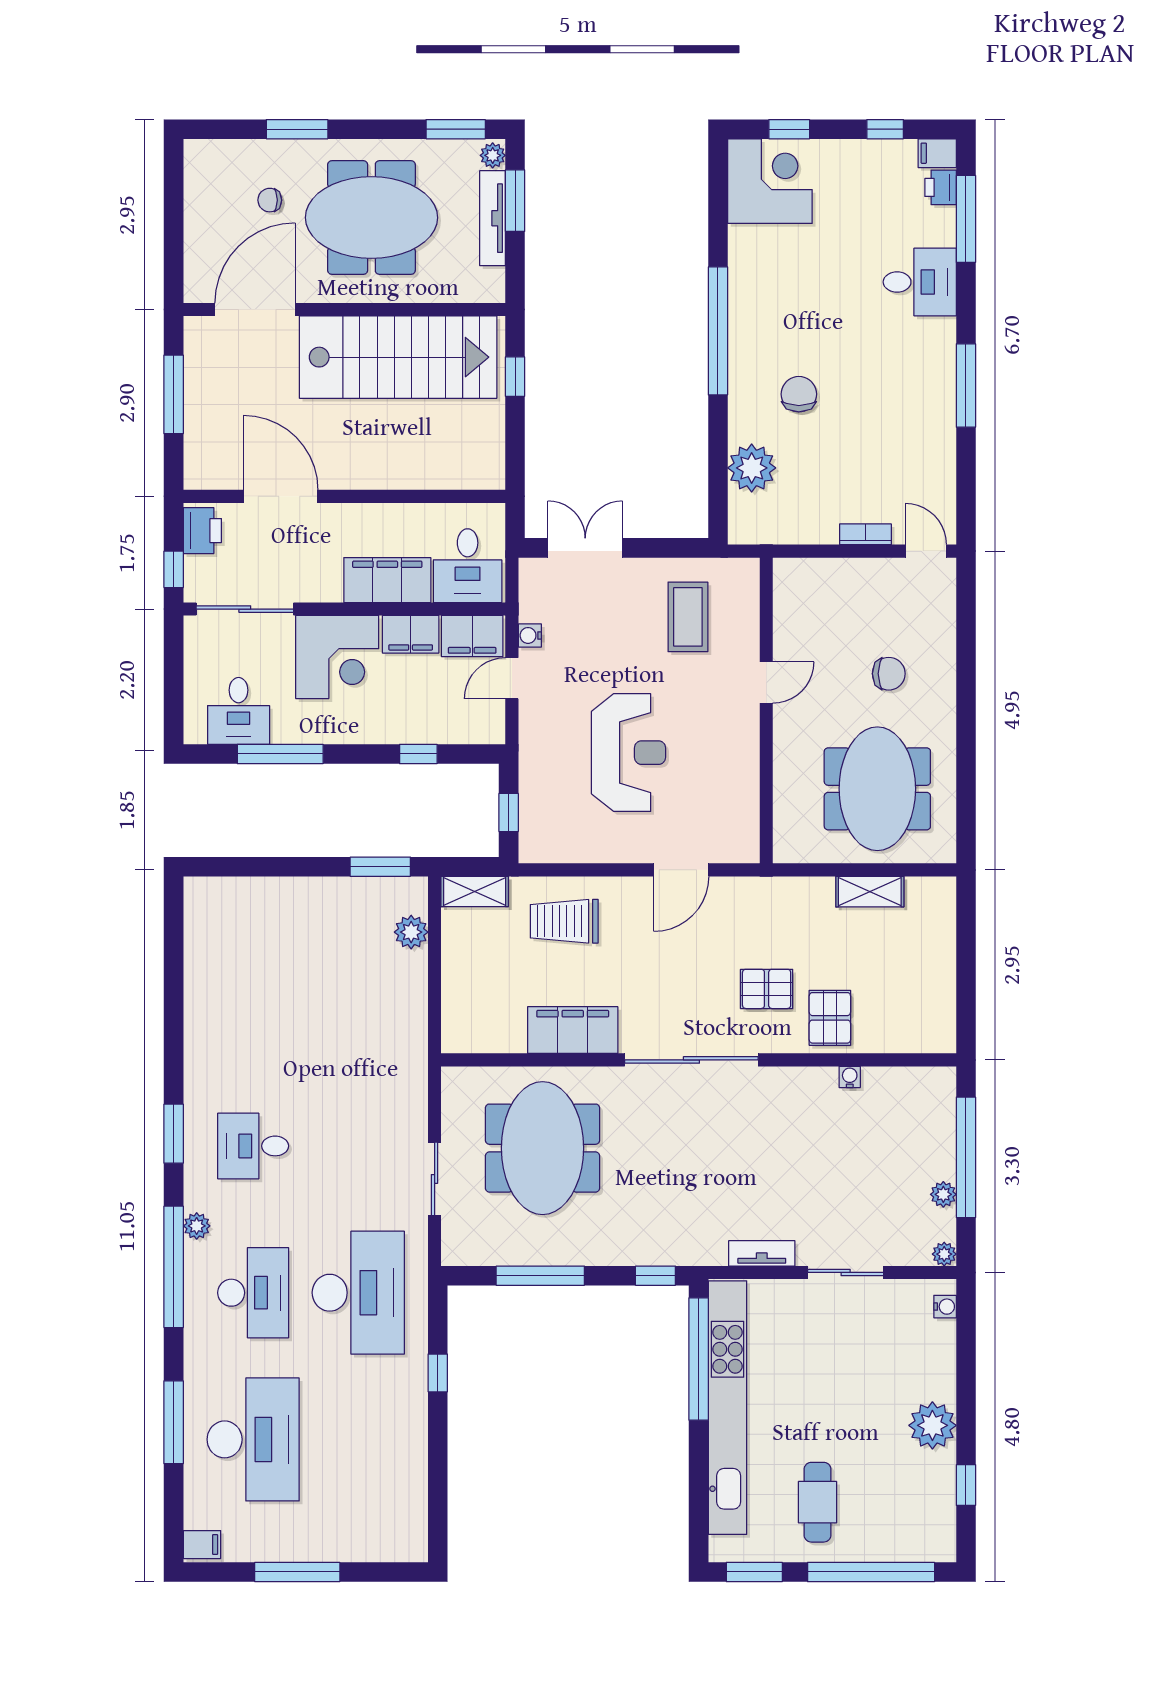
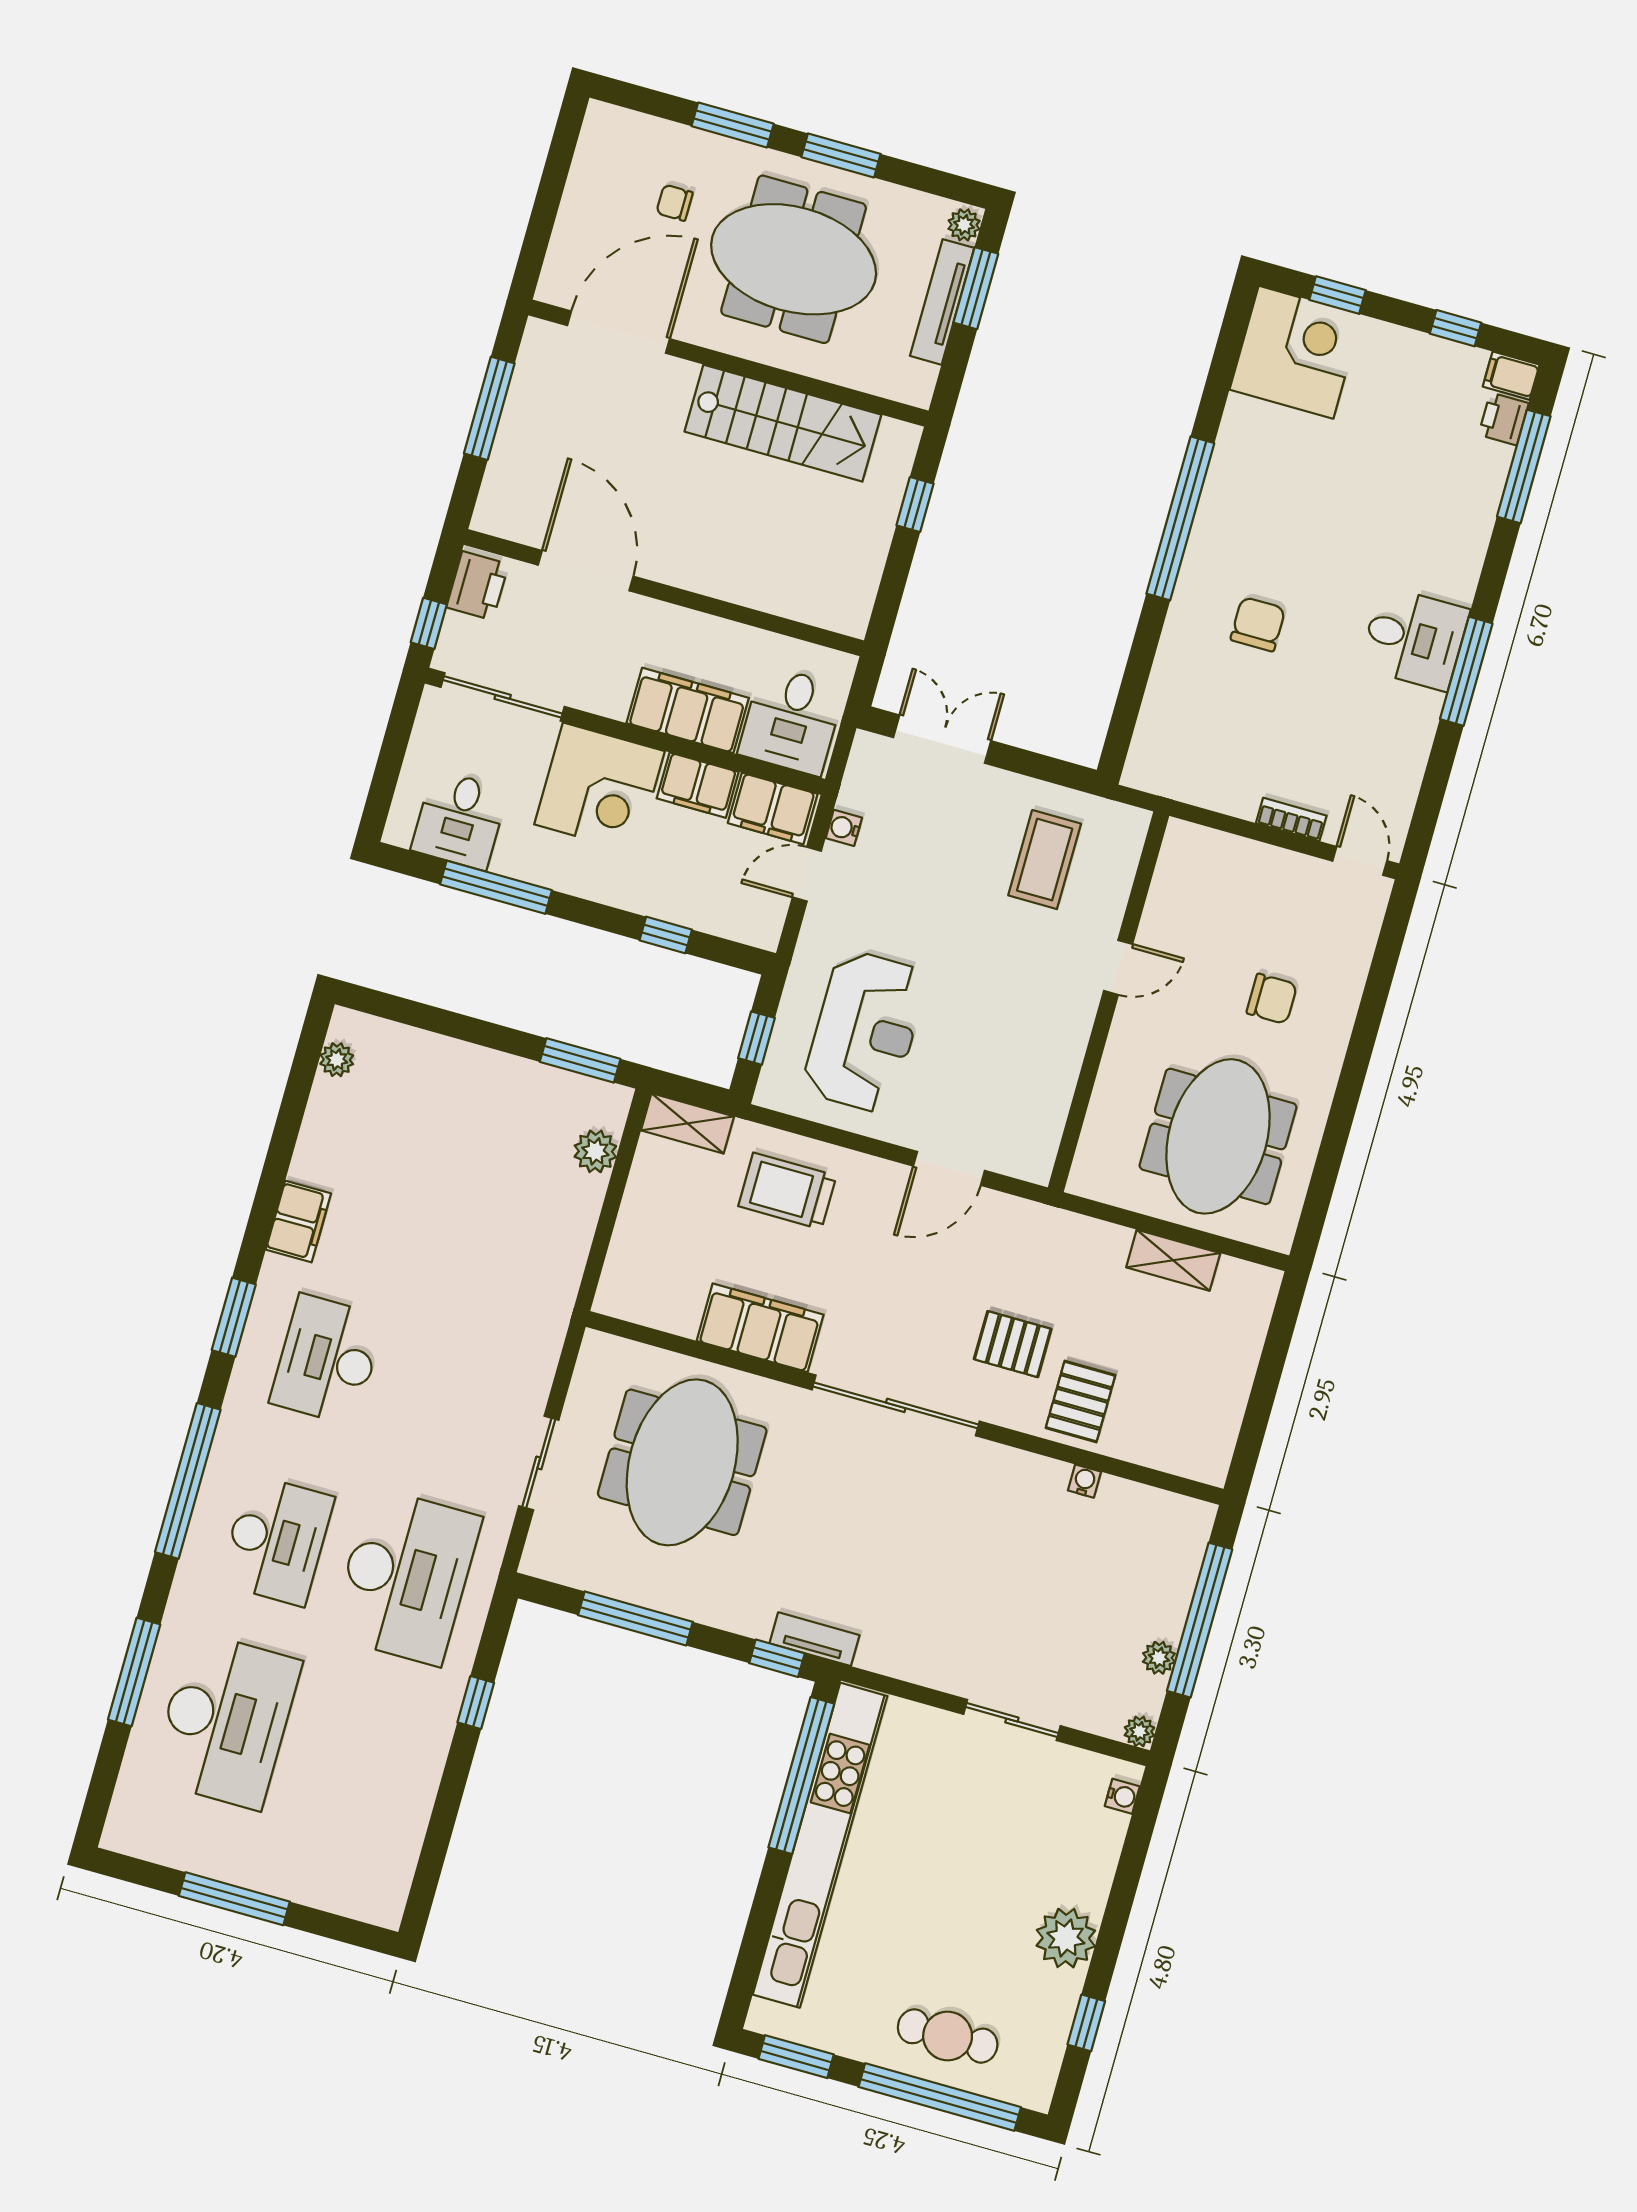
window: (456, 129) -> (841, 155), moved
desk: (920, 282) -> (1414, 638), moved
stairs: (398, 357) -> (783, 423), width x0.73, depth x0.66
plant: (752, 468) -> (1174, 699), removed
reception desk: (629, 753) -> (865, 1032), moved
desk: (253, 1146) -> (327, 1360), width x1.37
plant: (197, 1226) -> (337, 1060), moved
tv unit: (762, 1253) -> (814, 1639), moved
cafe table: (818, 1502) -> (948, 2036), moved, turned 90
filing cabinet: (202, 1545) -> (298, 1222), moved, width x2.00

